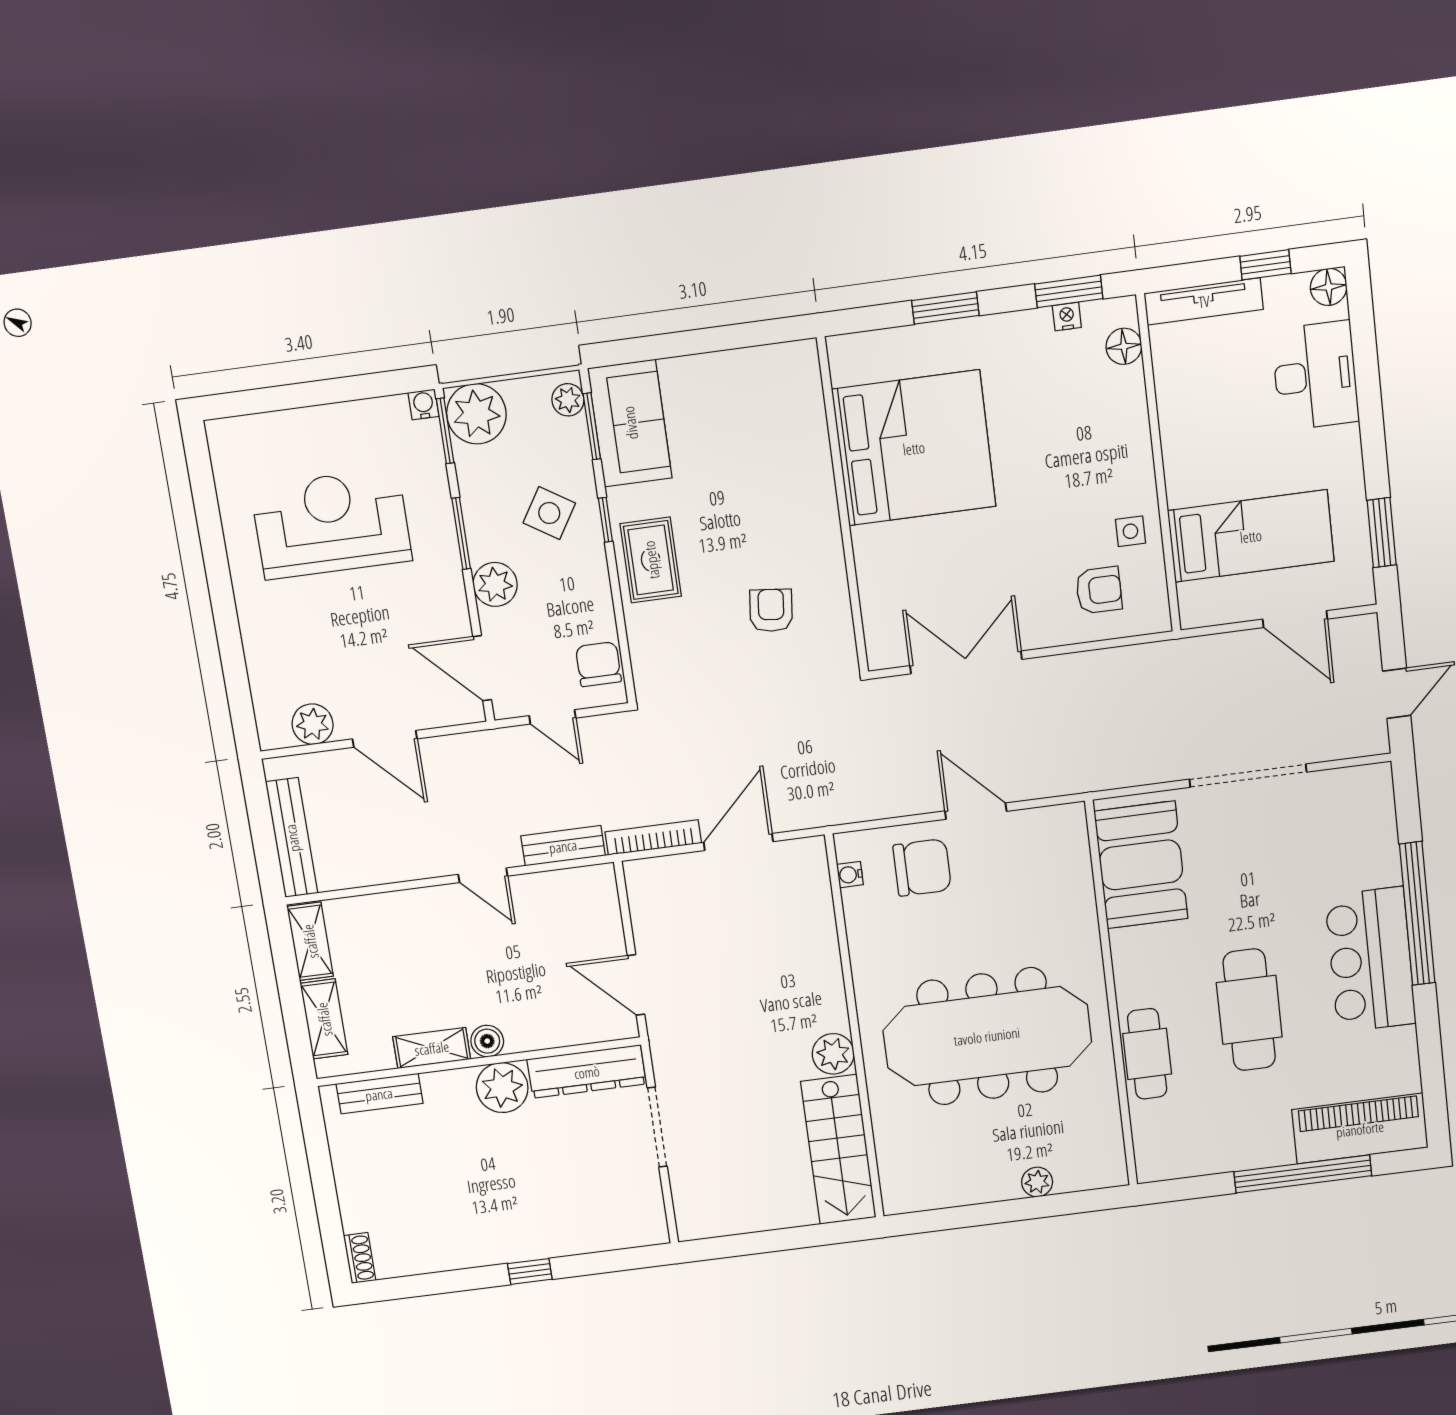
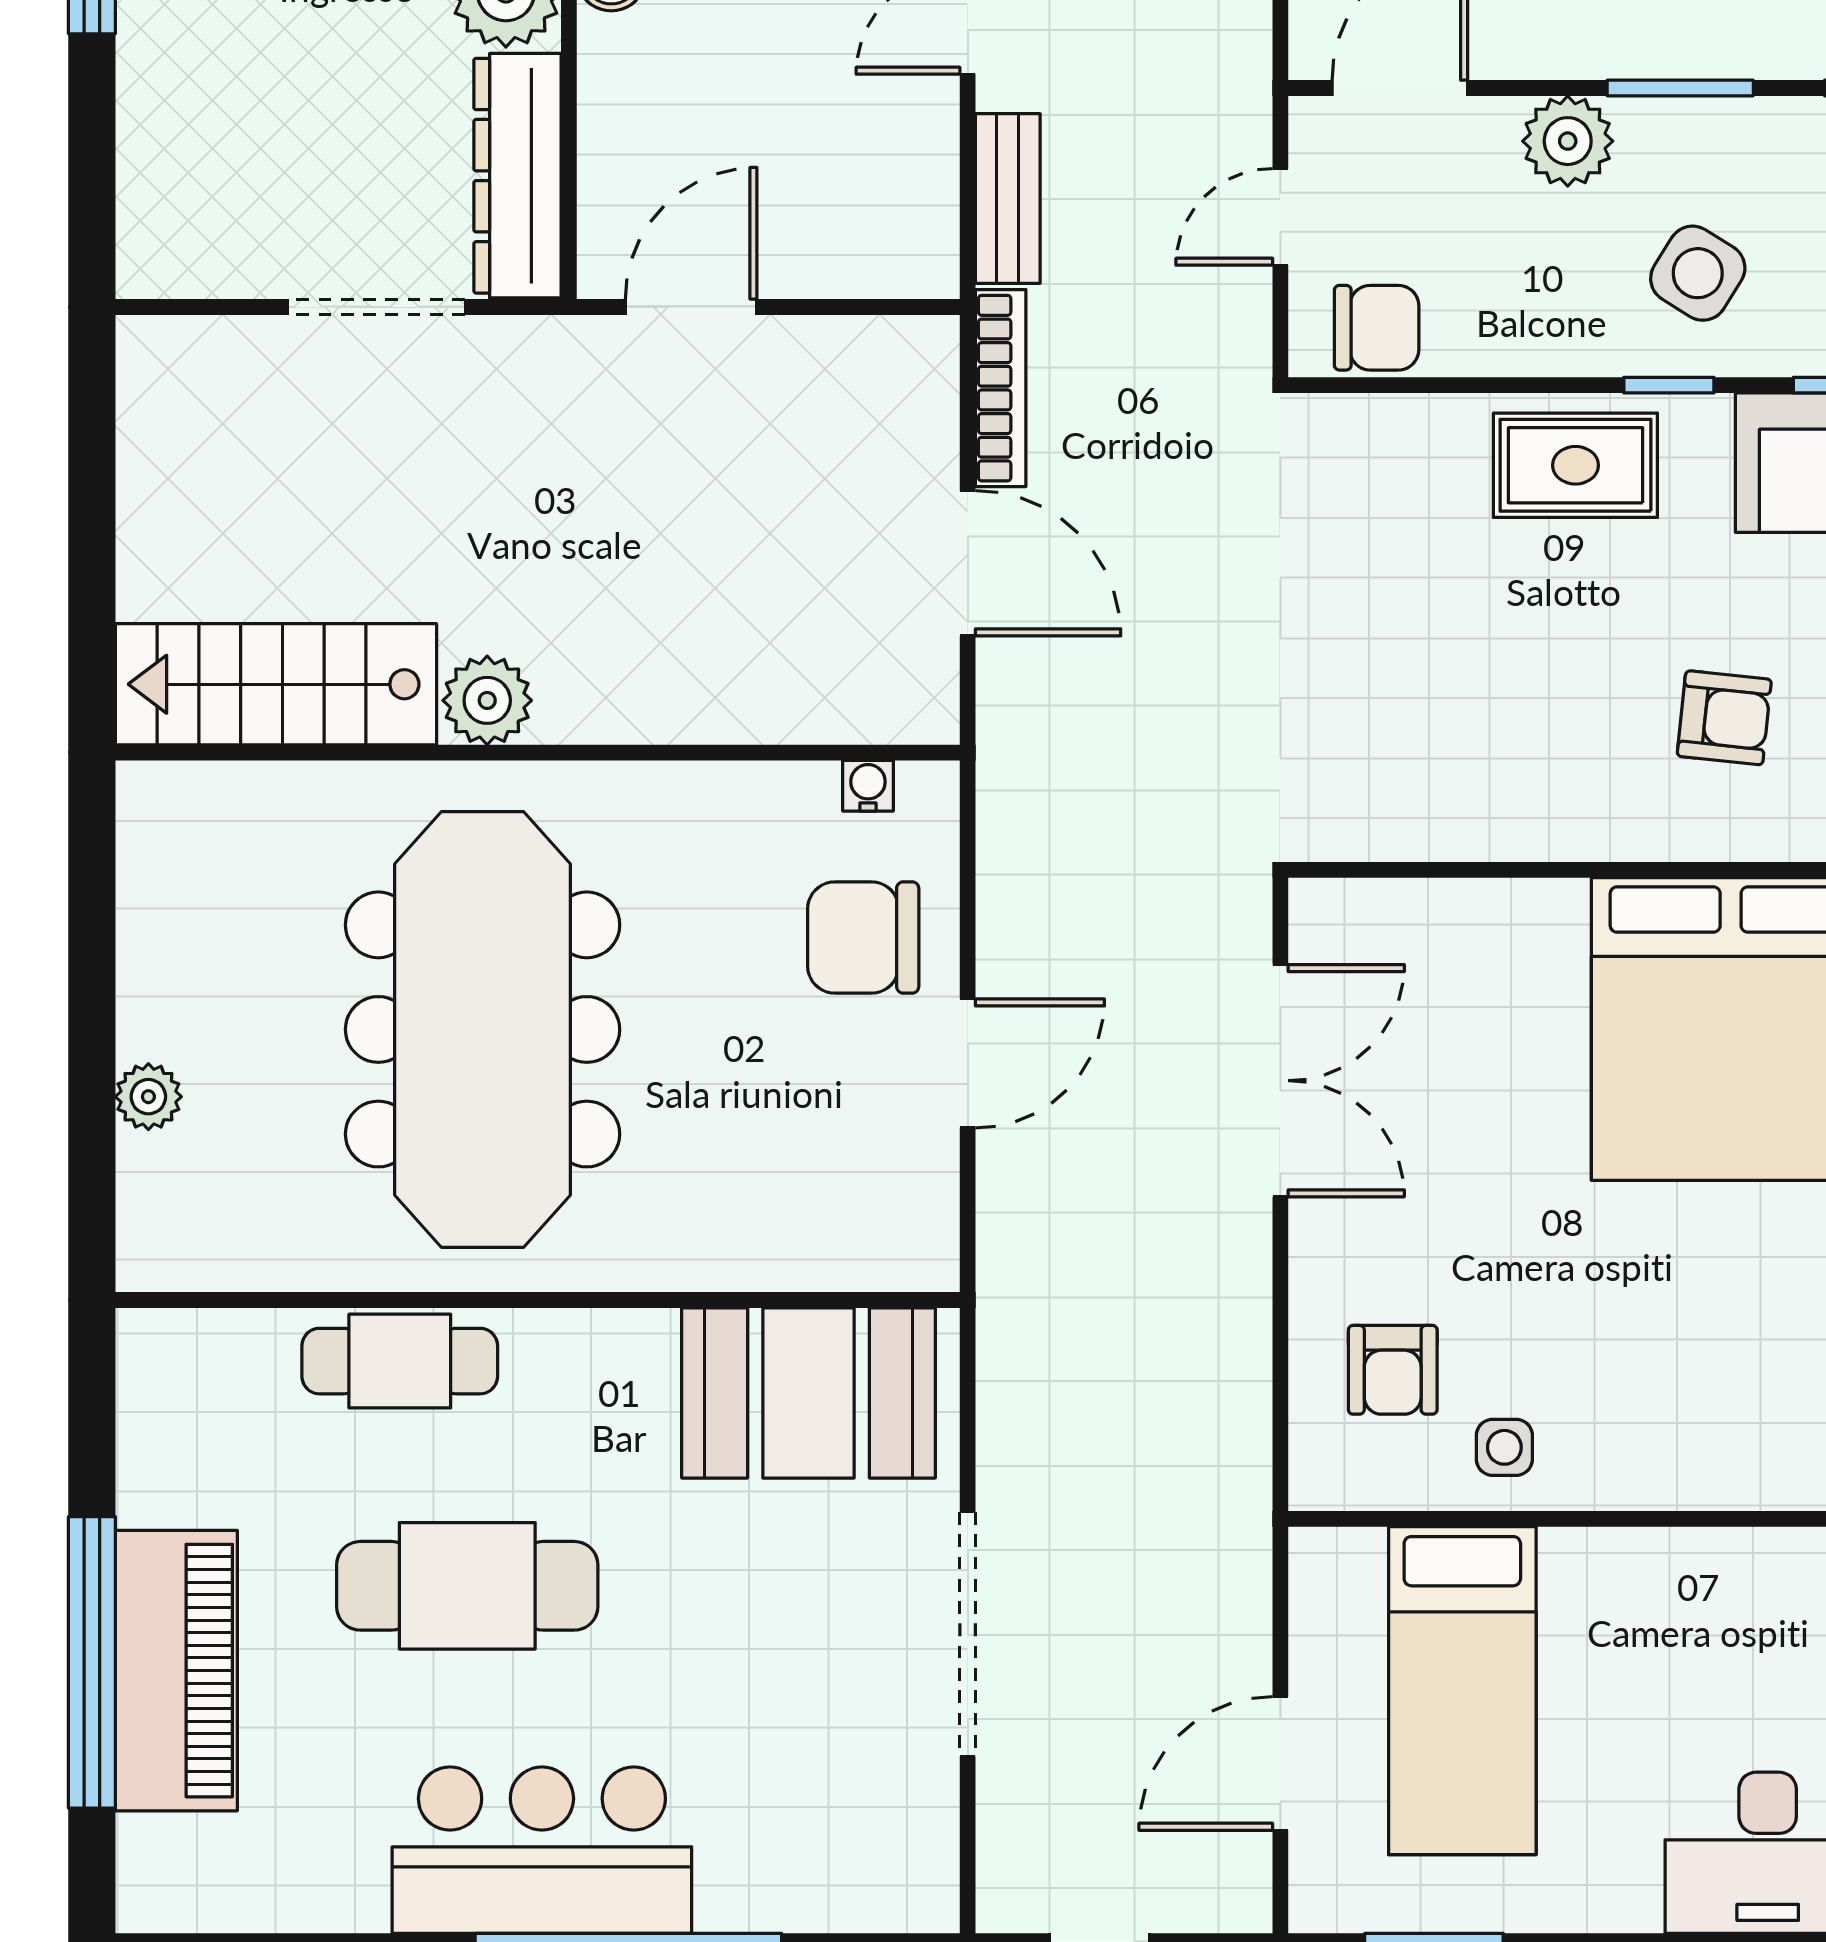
armchair: (771, 610) -> (1724, 718), moved
chair: (922, 867) -> (863, 937), turned 90
piano: (1360, 1129) -> (176, 1671), moved

